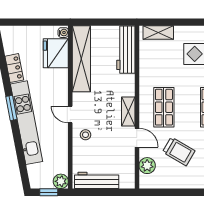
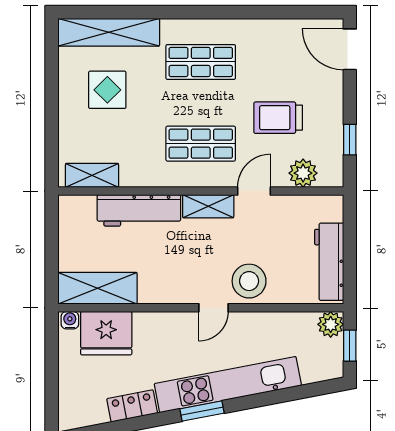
shelving: (158, 33) -> (92, 175), moved, turned 90
workbench: (126, 50) -> (139, 210), moved
shelving: (81, 59) -> (97, 288), width x0.68
stool: (86, 135) -> (249, 281), width x1.89, depth x1.89
trolley: (179, 151) -> (278, 118), turned -120
window: (166, 192) -> (350, 140), added

